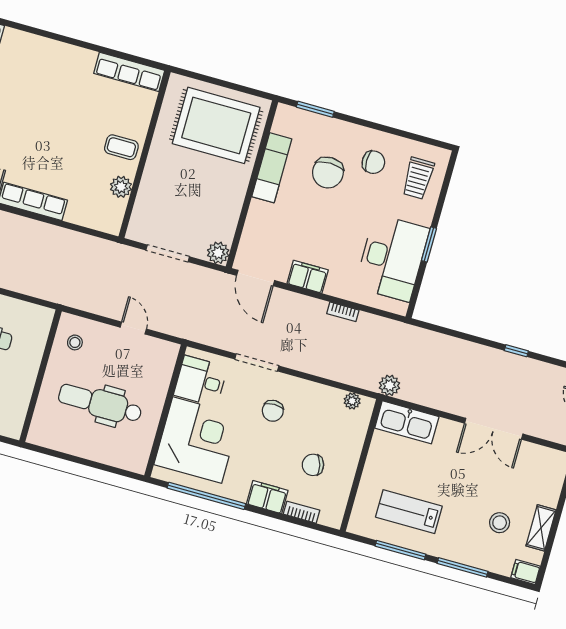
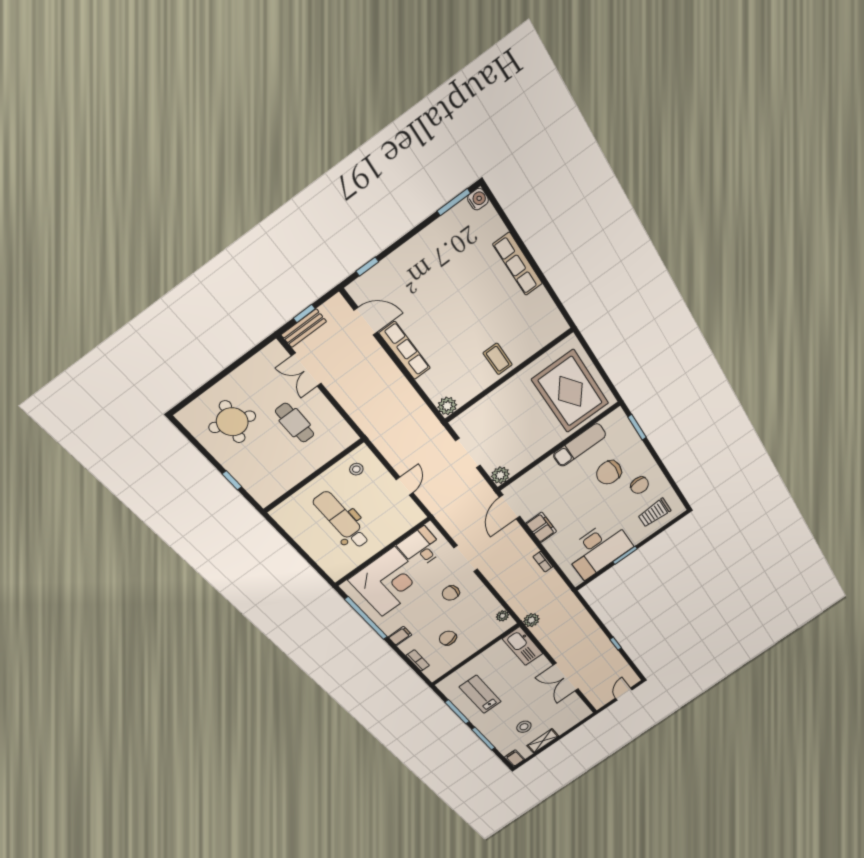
row of seats: (129, 72) -> (518, 264), moved
plant: (121, 187) -> (447, 406), moved
filing cabinet: (267, 497) -> (400, 636), width x0.50

